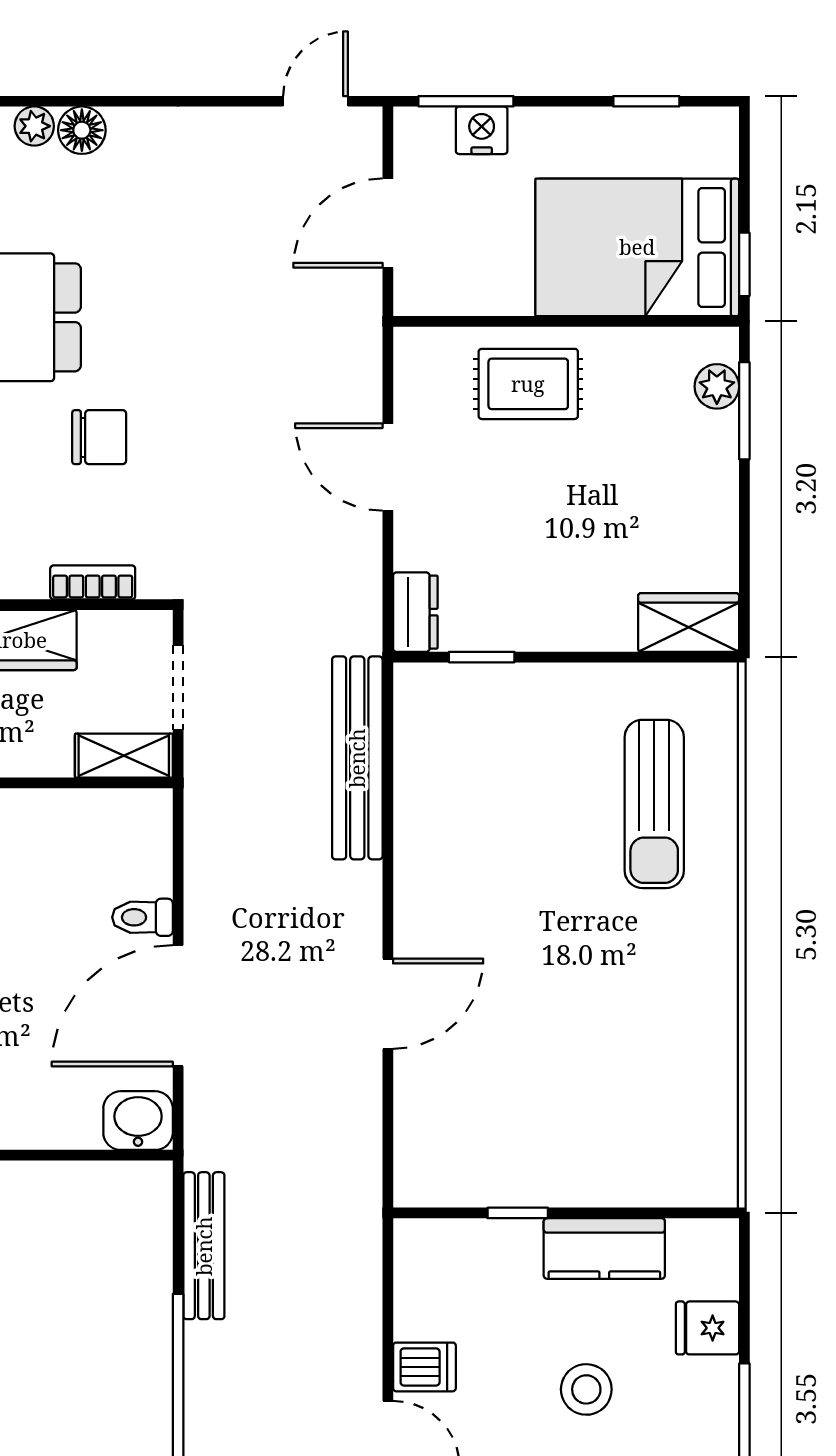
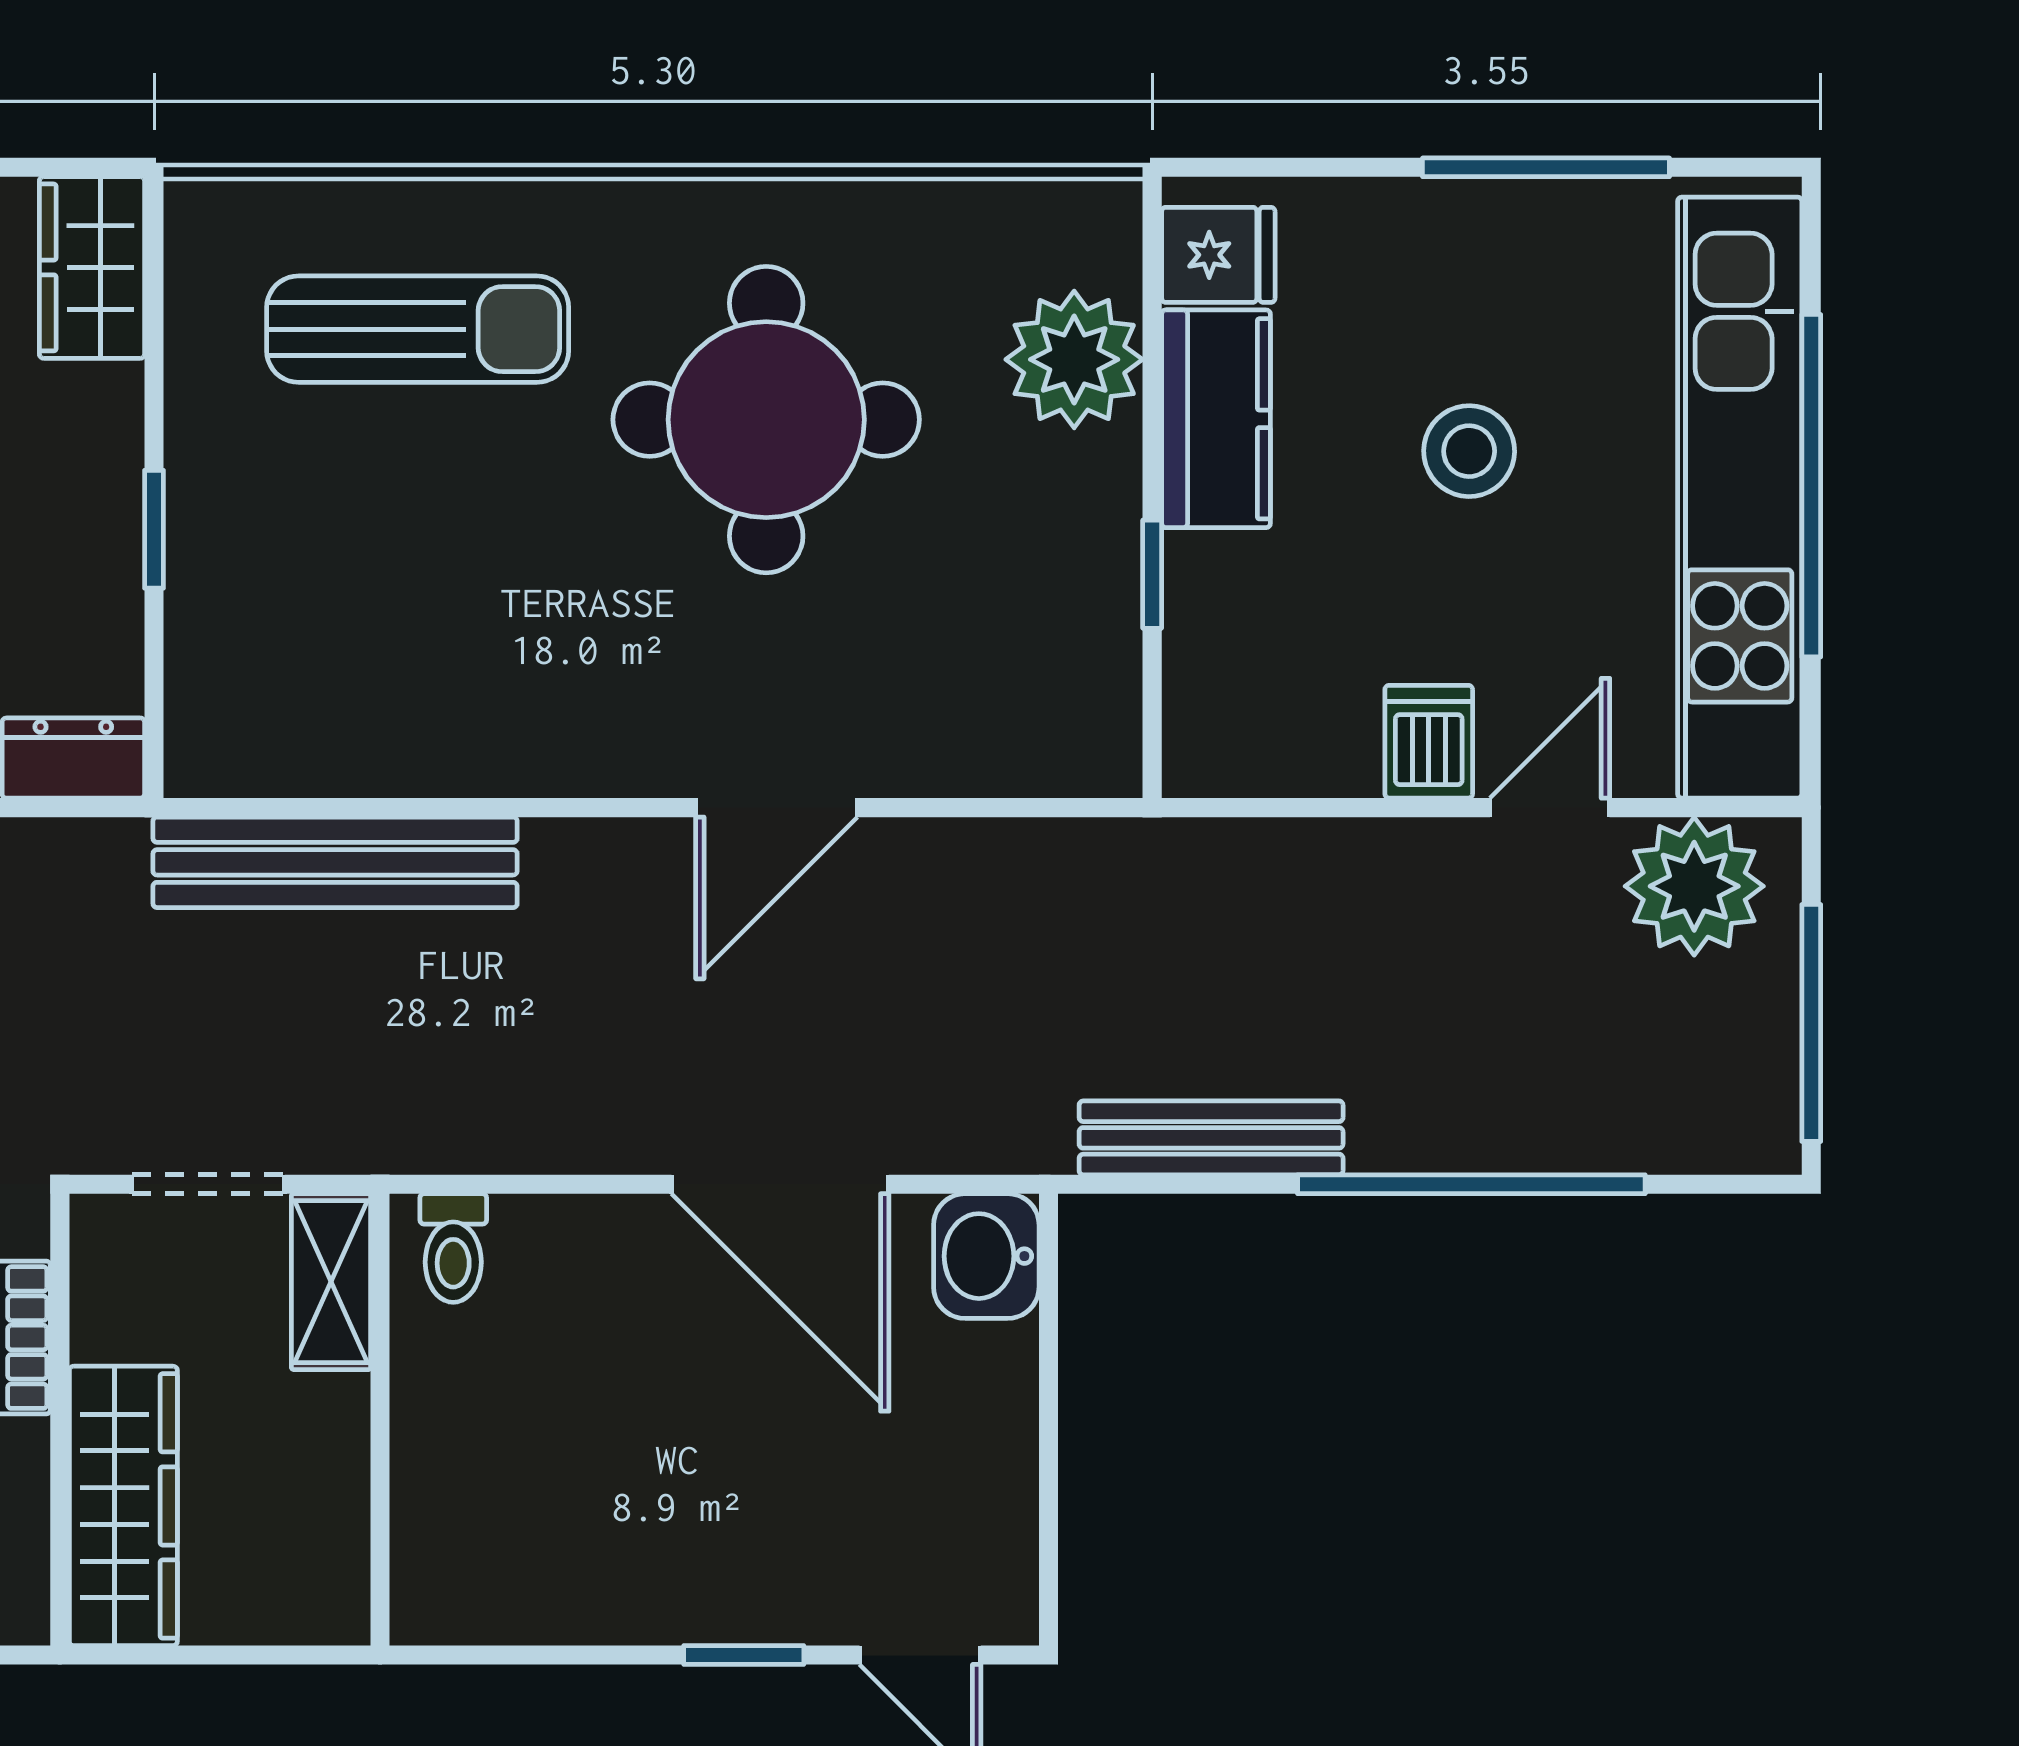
window: (482, 657) -> (154, 529), moved
toilet: (143, 917) -> (453, 1248), moved
round table: (604, 998) -> (766, 420), added
door: (388, 1004) -> (777, 808), swing flipped
plant: (637, 1170) -> (1074, 359), added
fridge: (708, 1328) -> (1218, 255), moved, turned -90

